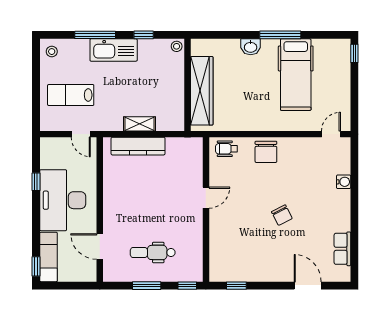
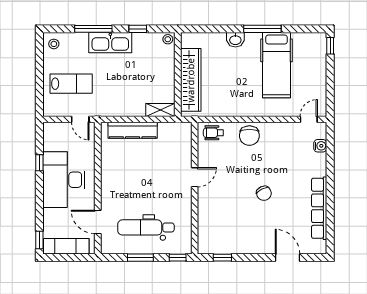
lab bench: (71, 95) -> (71, 84), turned 180
shelving: (140, 124) -> (160, 110), moved
water cooler: (344, 182) -> (320, 146), moved
row of seats: (342, 249) -> (319, 208), width x2.02
dental chair: (153, 252) -> (146, 227), width x1.36, depth x1.38
exam couch: (49, 257) -> (66, 246), moved, turned -90

